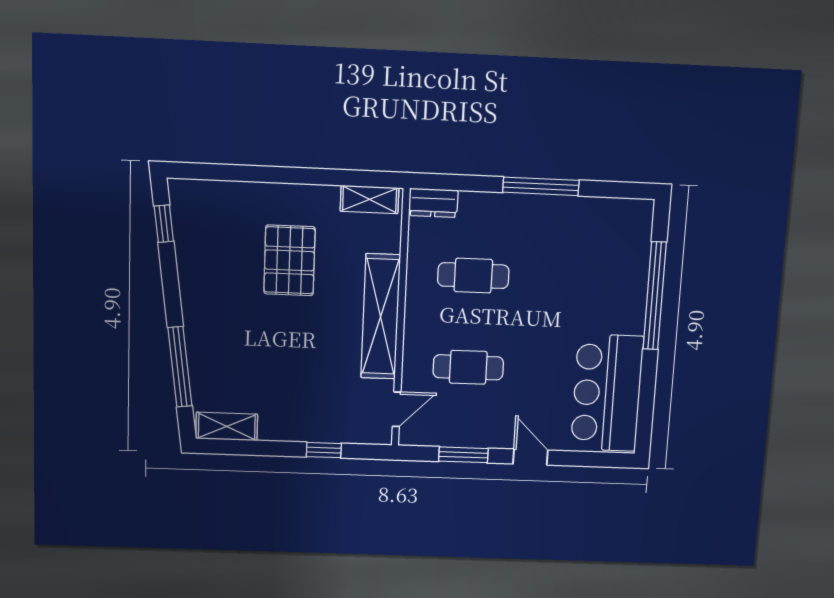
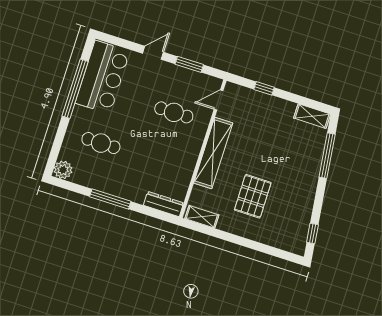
dresser: (433, 203) -> (164, 204), width x1.44
plant: (637, 215) -> (63, 170), added
cafe table: (473, 276) -> (101, 143), moved
window: (655, 296) -> (75, 89), moved
door: (530, 457) -> (153, 53), swing flipped

